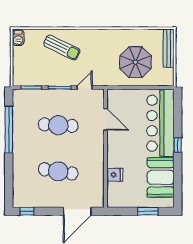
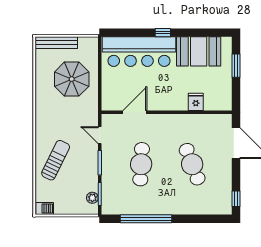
plant: (28, 81) -> (92, 198), added
cafe table: (58, 171) -> (192, 164), turned -30

